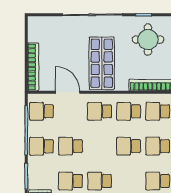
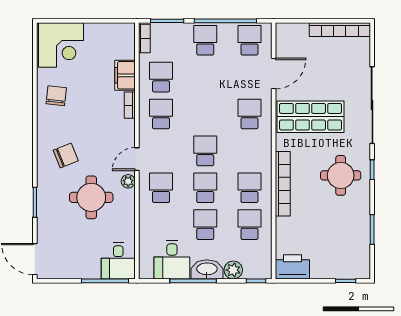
bookcase: (33, 67) -> (340, 30), moved
school desk: (129, 111) -> (249, 151), removed
school desk: (70, 146) -> (205, 77), removed

